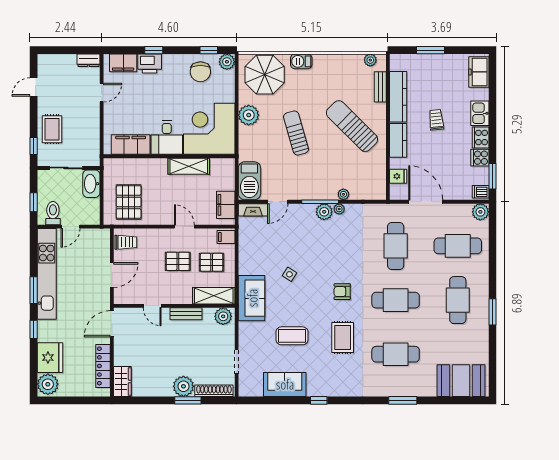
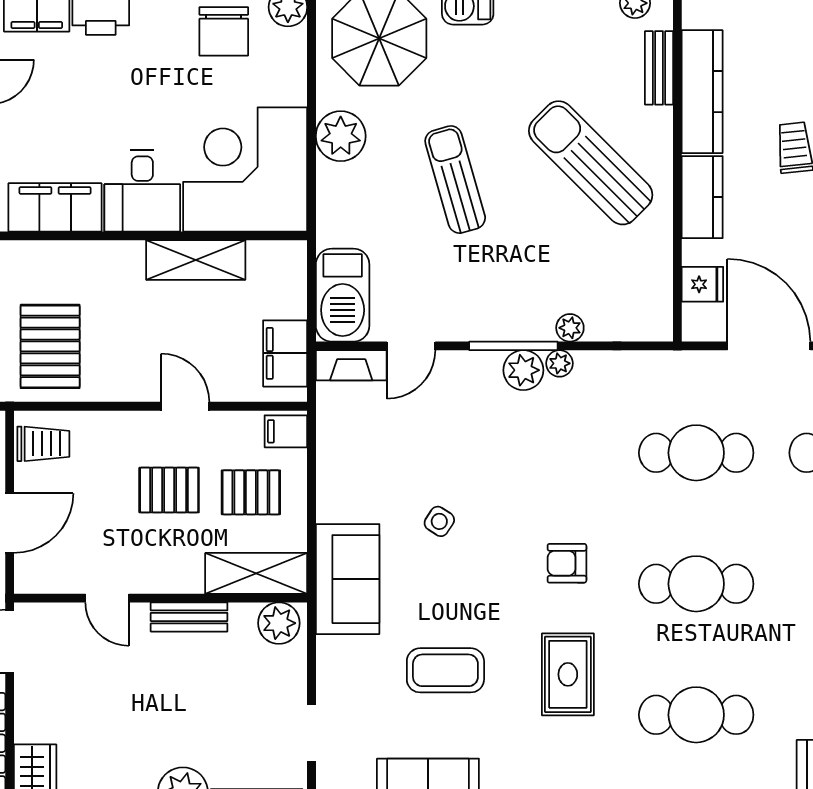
cafe table: (396, 246) -> (696, 453), turned 90

